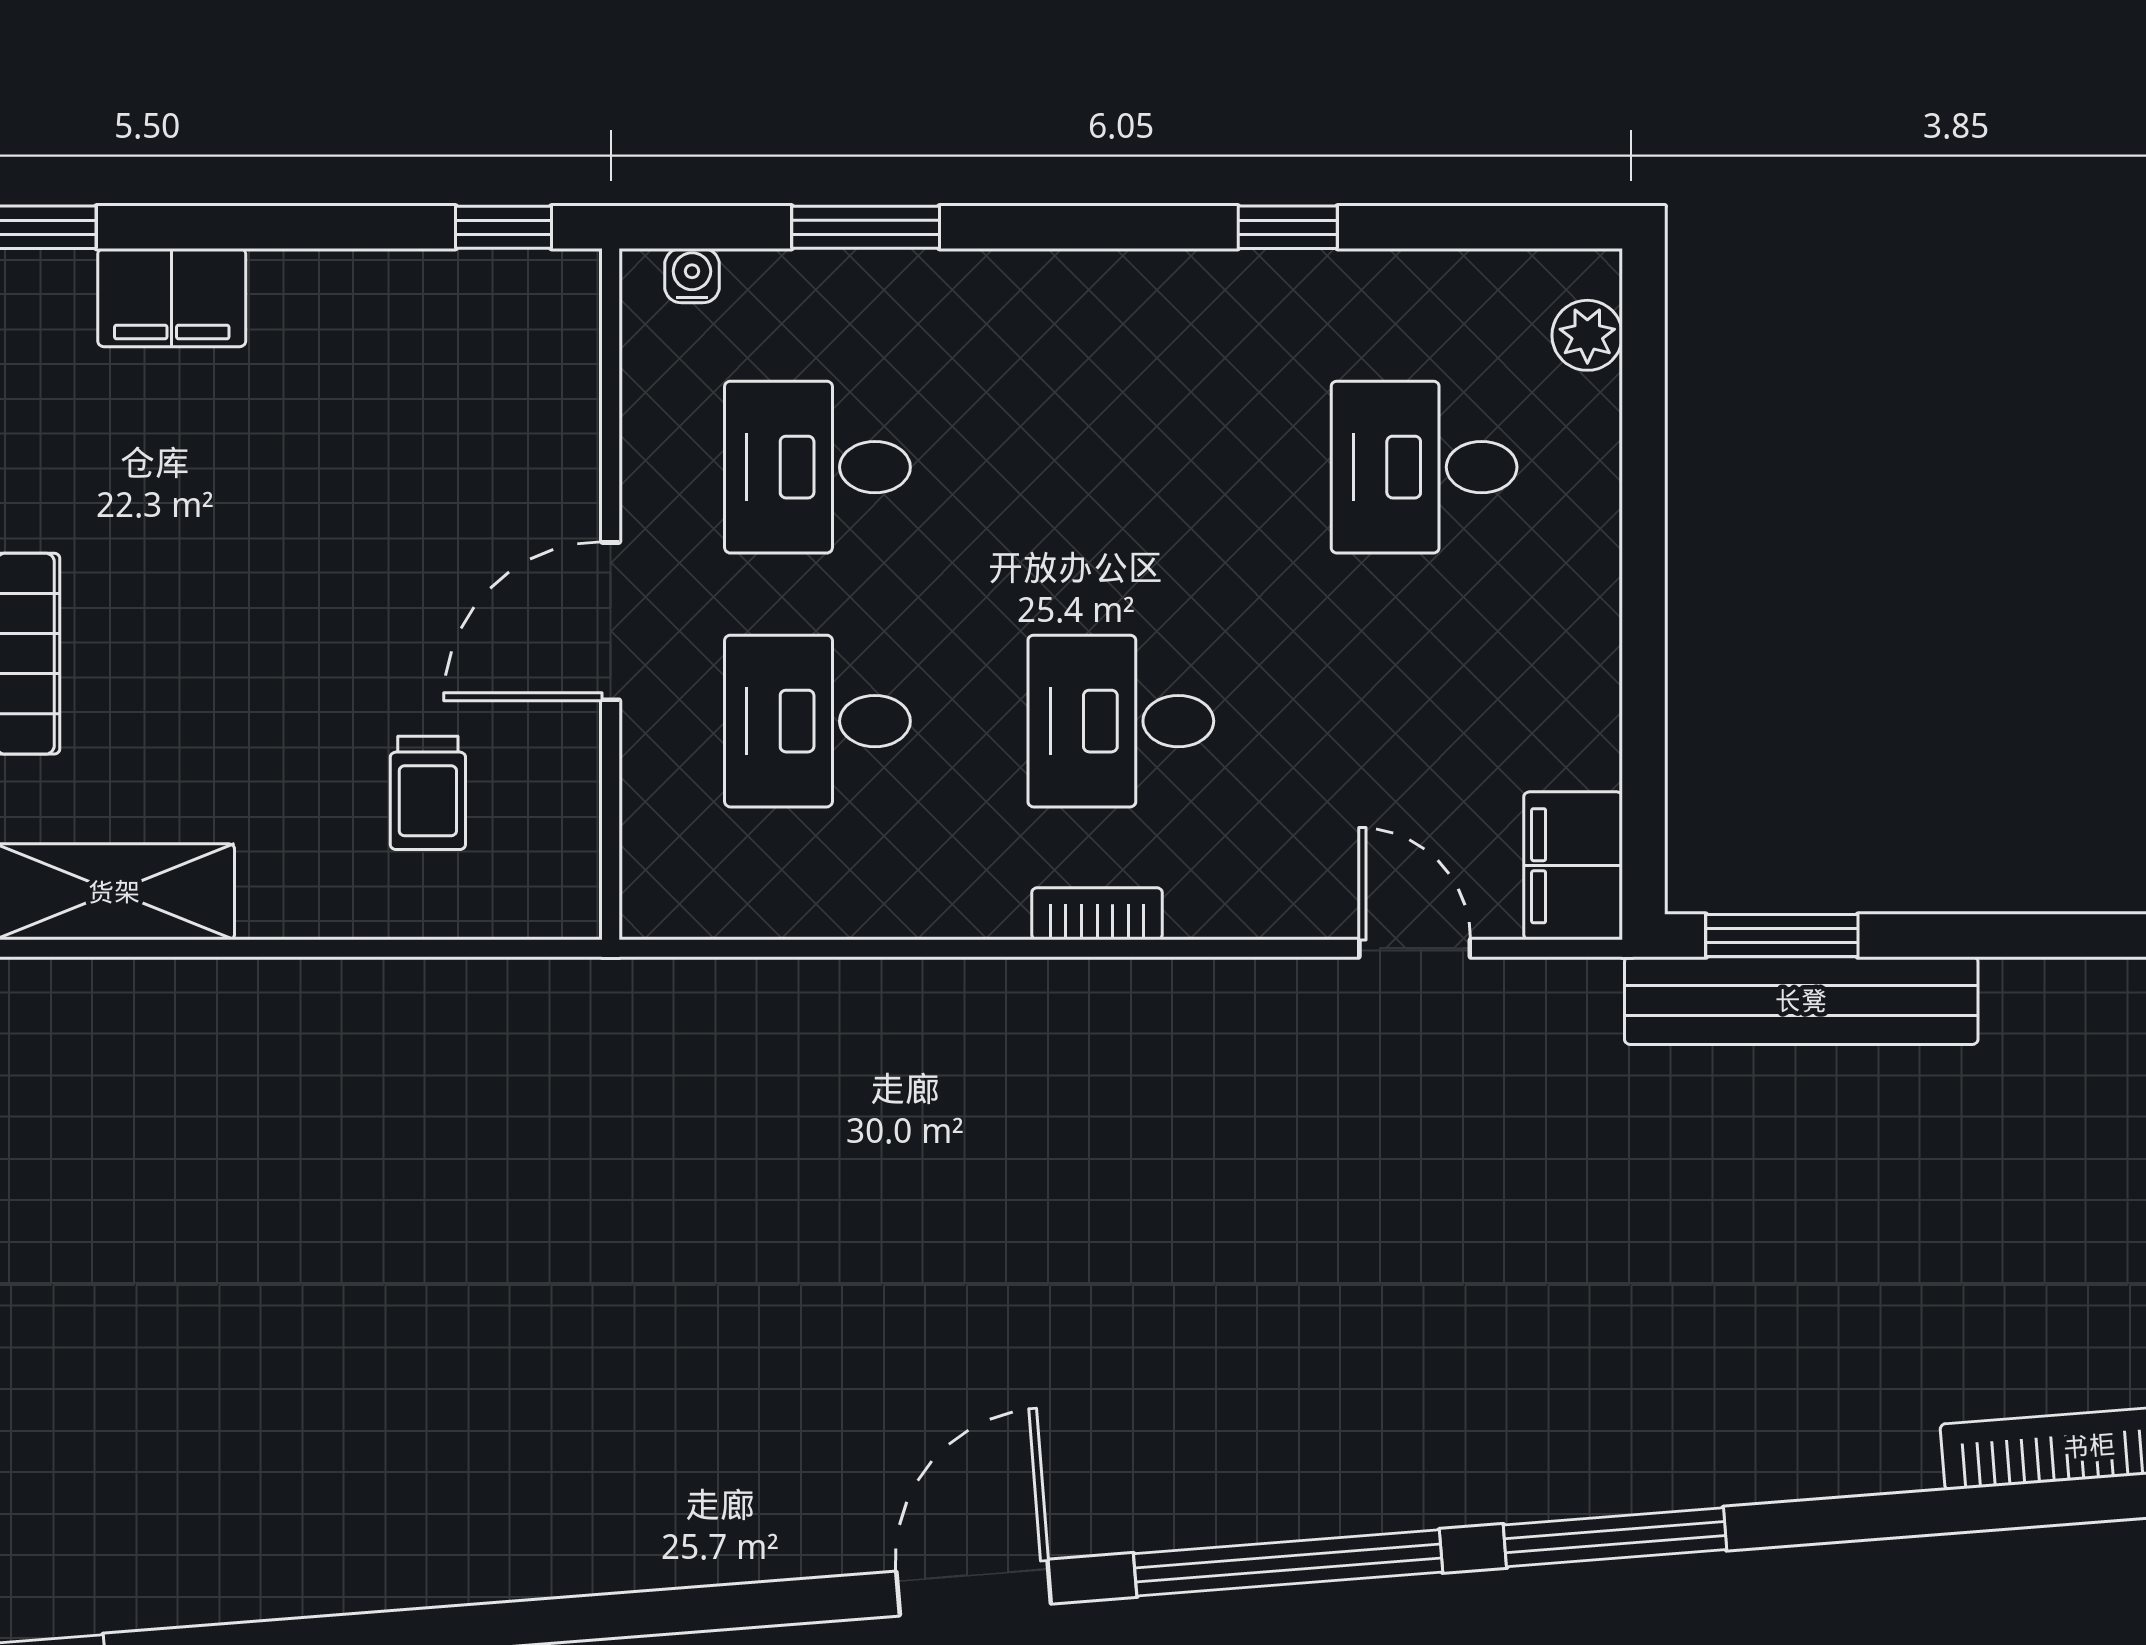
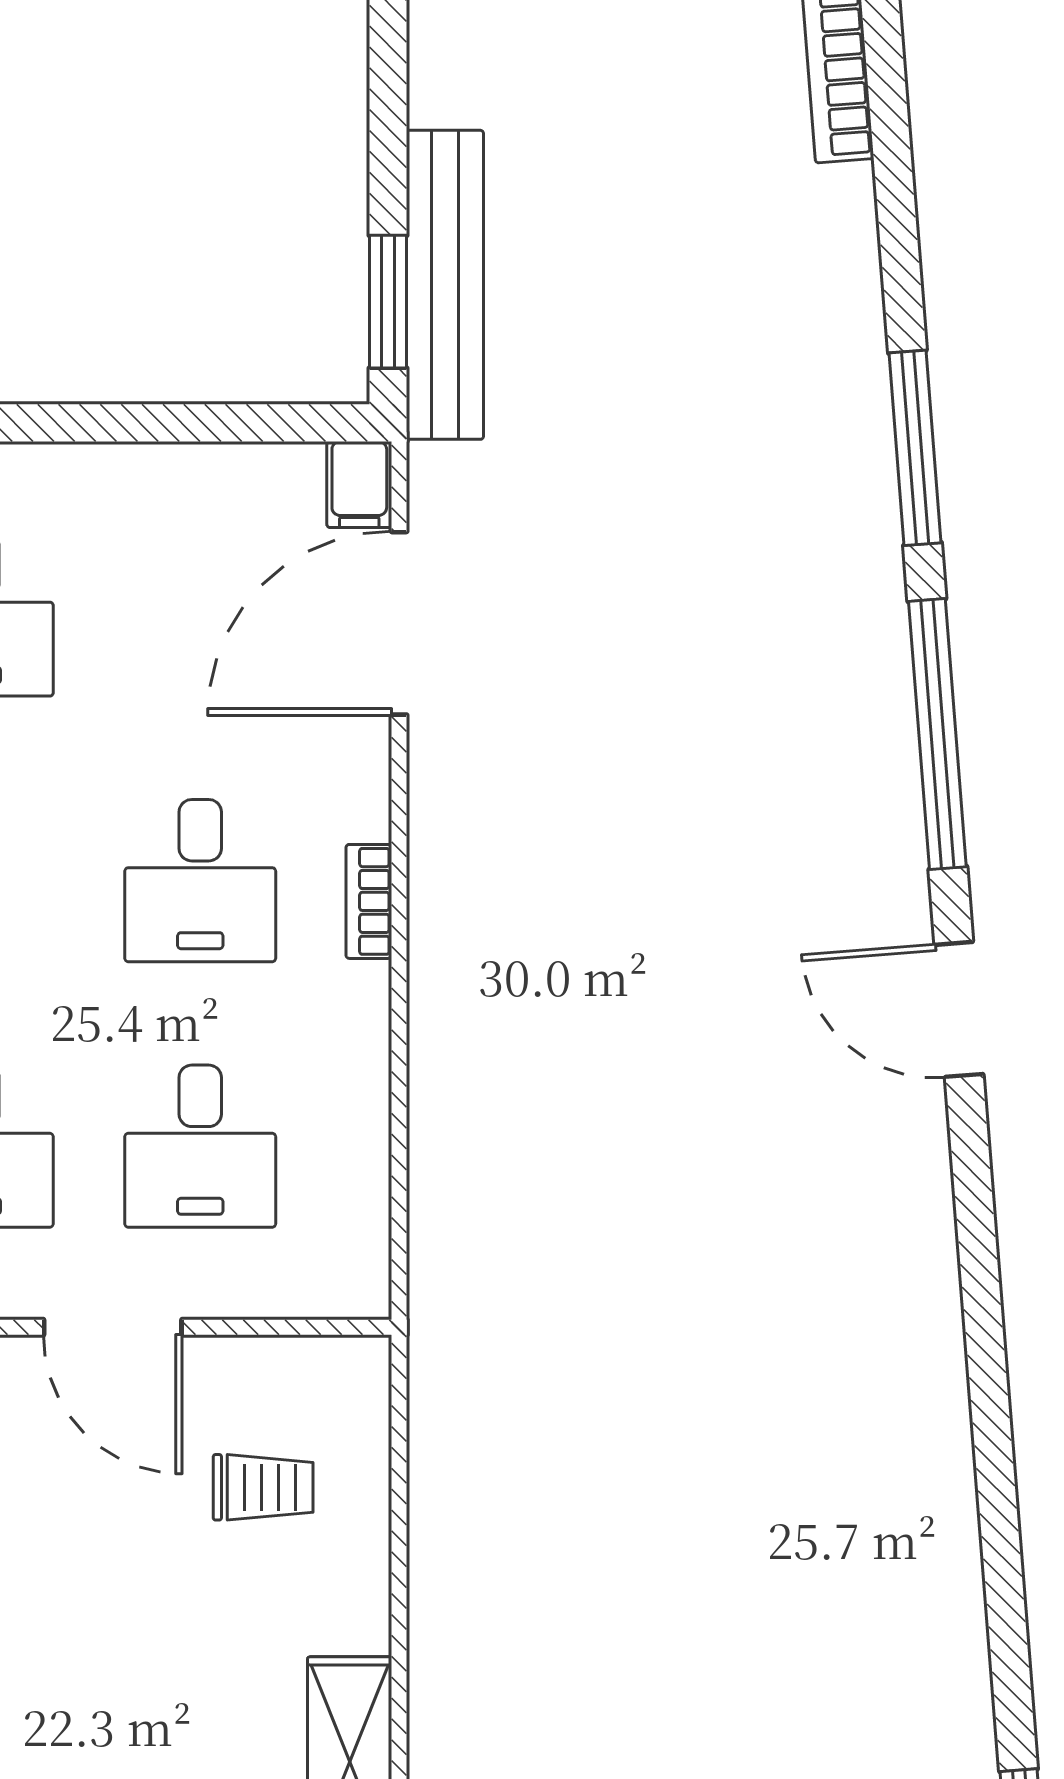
filing cabinet: (1573, 866) -> (359, 485), width x0.50
door: (1415, 948) -> (399, 623), width x1.88

